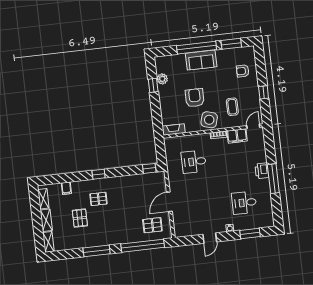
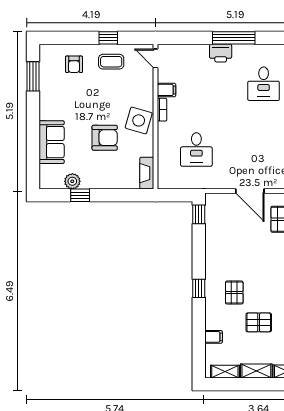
window: (197, 48) -> (33, 127), removed
sofa: (201, 60) -> (52, 142), moved
armchair: (195, 98) -> (105, 138), turned 180
coffee table: (232, 107) -> (111, 62), moved
filing cabinet: (237, 136) -> (167, 90), width x0.50

